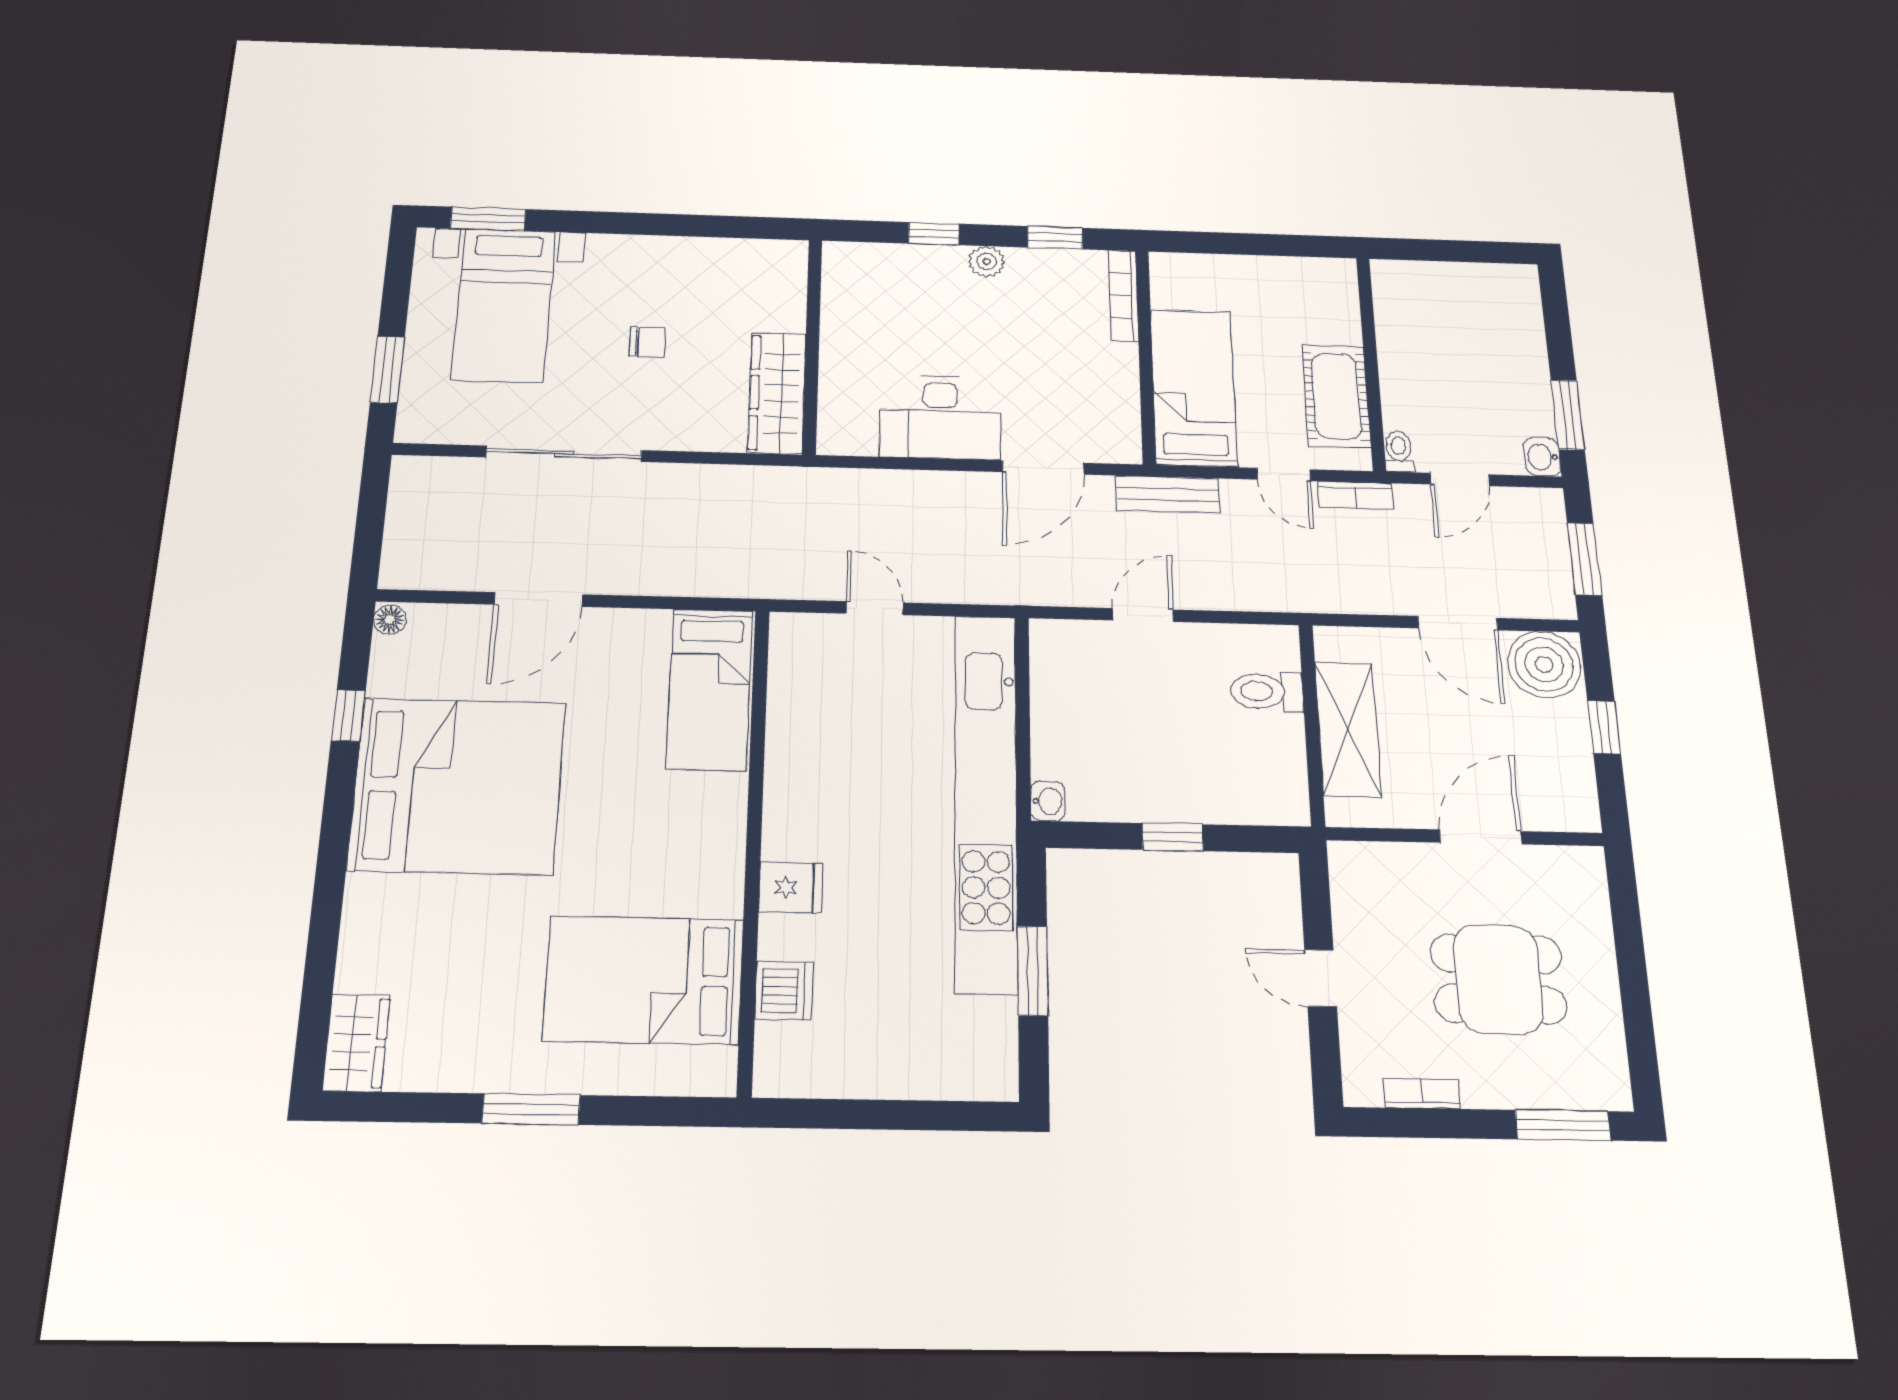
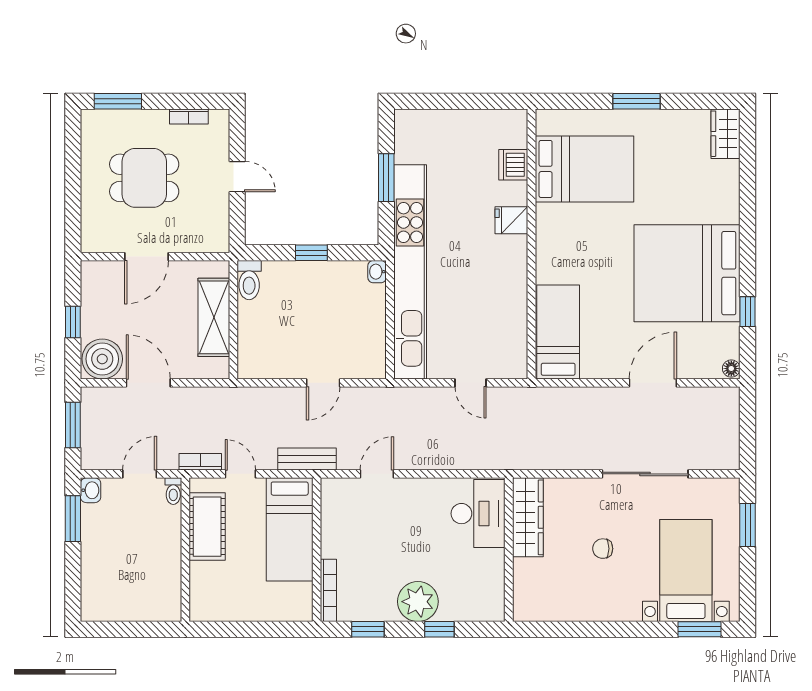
plant: (986, 262) -> (418, 602), width x1.87, depth x1.87
desk: (940, 417) -> (478, 514), moved, turned 90
door: (1043, 468) -> (377, 474), width x0.73
toilet: (1267, 691) -> (249, 280), moved, turned 90

